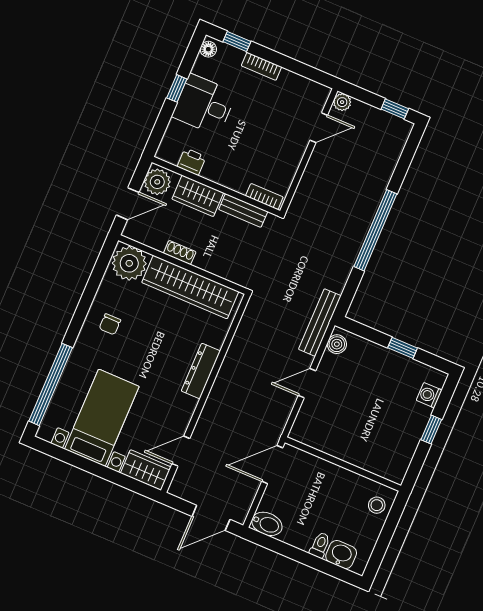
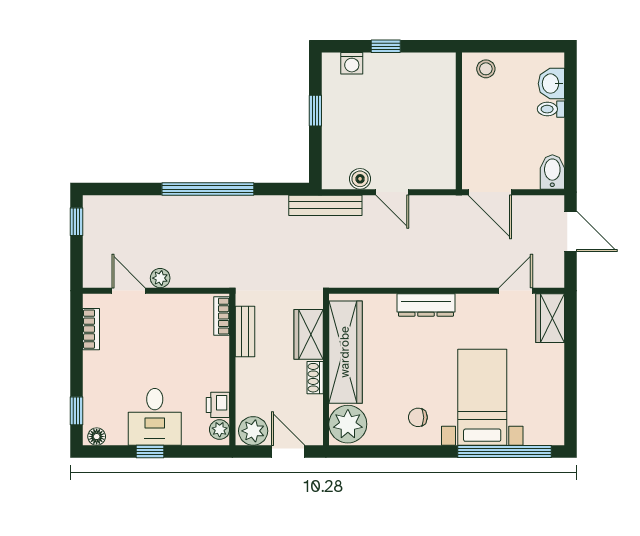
bookcase: (261, 66) -> (91, 329), moved
plant: (342, 102) -> (160, 278), moved
plant: (170, 154) -> (220, 430), added
wardrobe: (198, 196) -> (309, 334), moved, turned 180
chair: (110, 324) -> (418, 417), turned 180
boiler: (337, 344) -> (360, 179), moved
bed with nightstands: (102, 418) -> (482, 397), moved, turned 90
door: (181, 451) -> (516, 291), swing flipped

